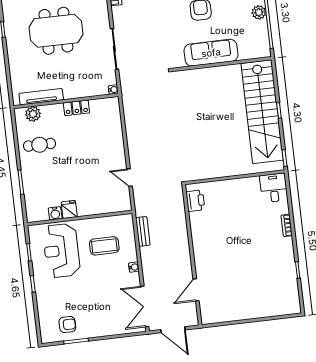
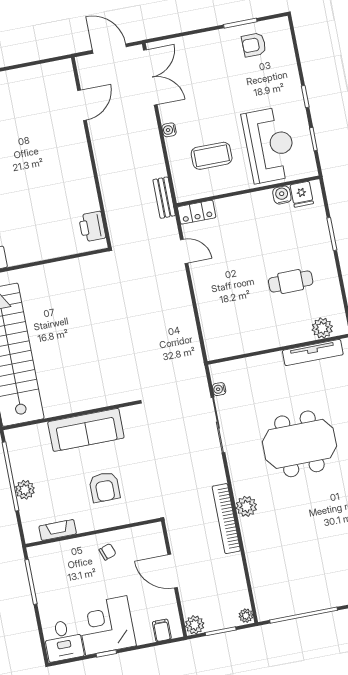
water cooler: (113, 90) -> (219, 389), moved
locker: (76, 108) -> (197, 212), moved, turned 180
cafe table: (40, 145) -> (291, 282), moved
fridge: (69, 209) -> (302, 194), moved
bench: (143, 231) -> (164, 198), moved

